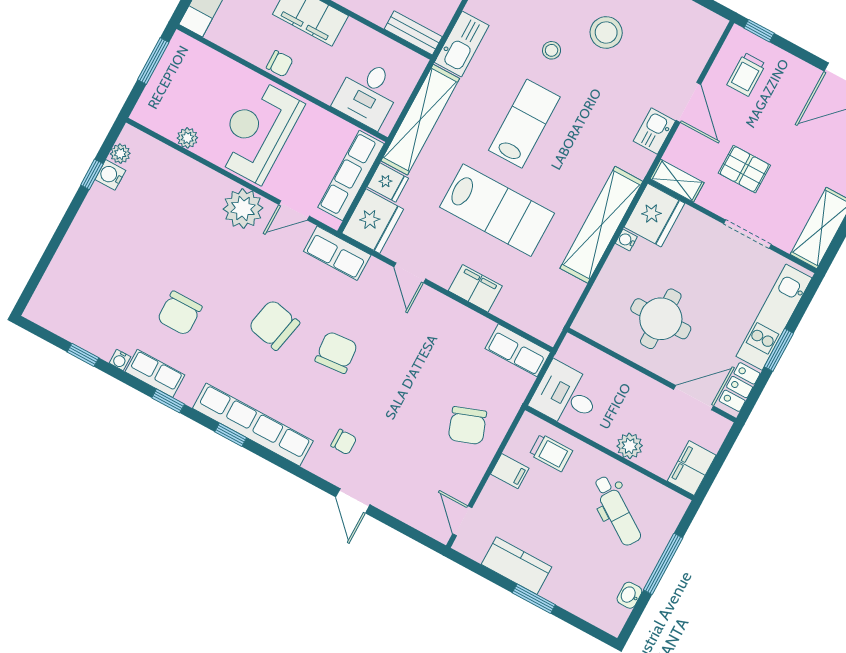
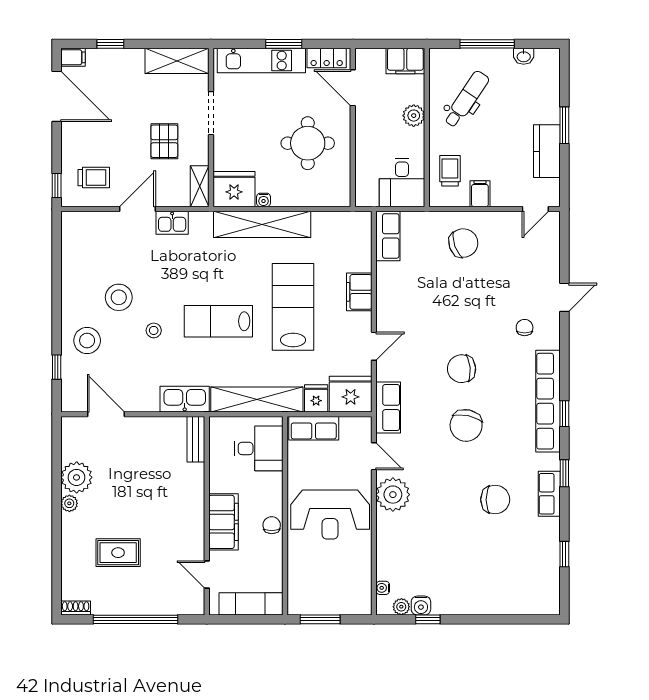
plant: (187, 138) -> (363, 564), removed
row of seats: (351, 176) -> (314, 428), width x0.68
water cooler: (120, 360) -> (383, 588), moved, turned 180

